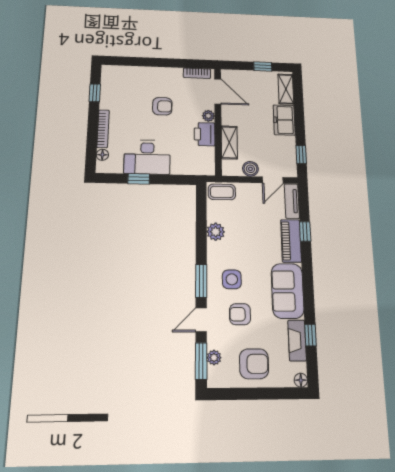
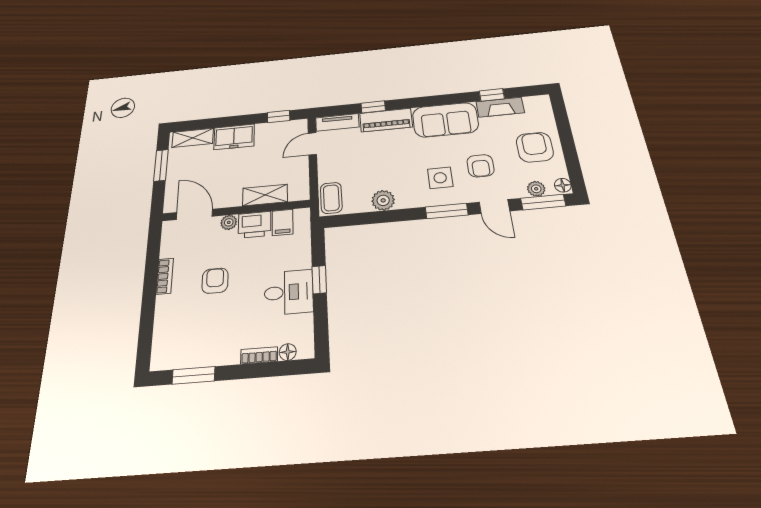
window: (263, 67) -> (161, 165), width x1.50
bookcase: (197, 73) -> (165, 276), moved
door: (218, 91) -> (194, 214), hinge flipped
window: (95, 93) -> (194, 375), width x1.50
bookcase: (103, 129) -> (259, 355), width x0.64
filing cabinet: (204, 155) -> (283, 222), added
desk: (147, 157) -> (289, 292), width x0.73
boiler: (250, 169) -> (299, 169), removed
window: (139, 179) -> (319, 280), moved
door: (273, 180) -> (312, 144), swing flipped
floor lamp: (301, 380) -> (563, 185), moved

